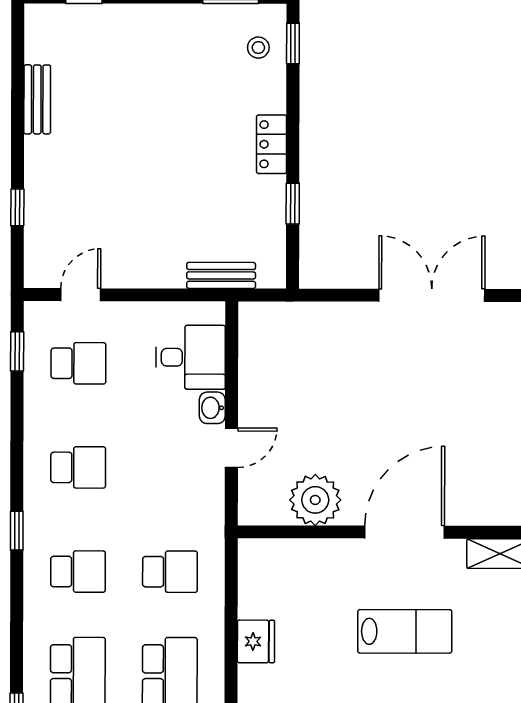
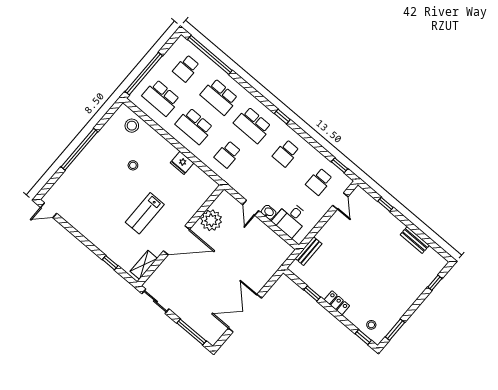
double door: (432, 295) -> (245, 313), swing flipped
door: (405, 532) -> (177, 240), hinge flipped
school desk: (78, 572) -> (253, 125), width x1.85

